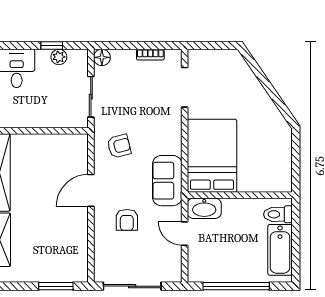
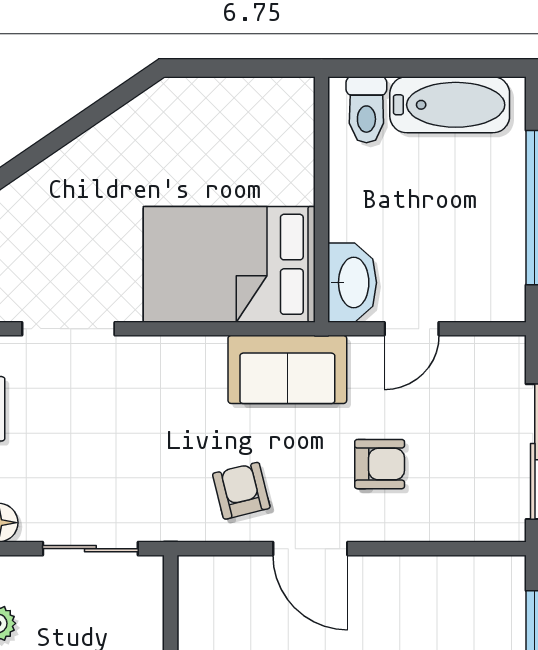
armchair: (119, 146) -> (241, 491), moved

